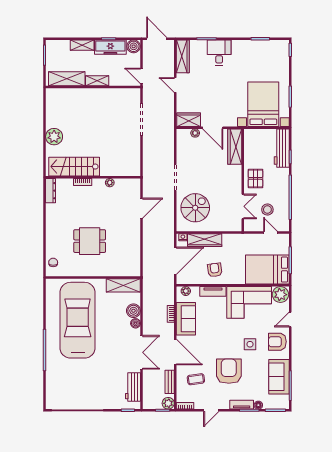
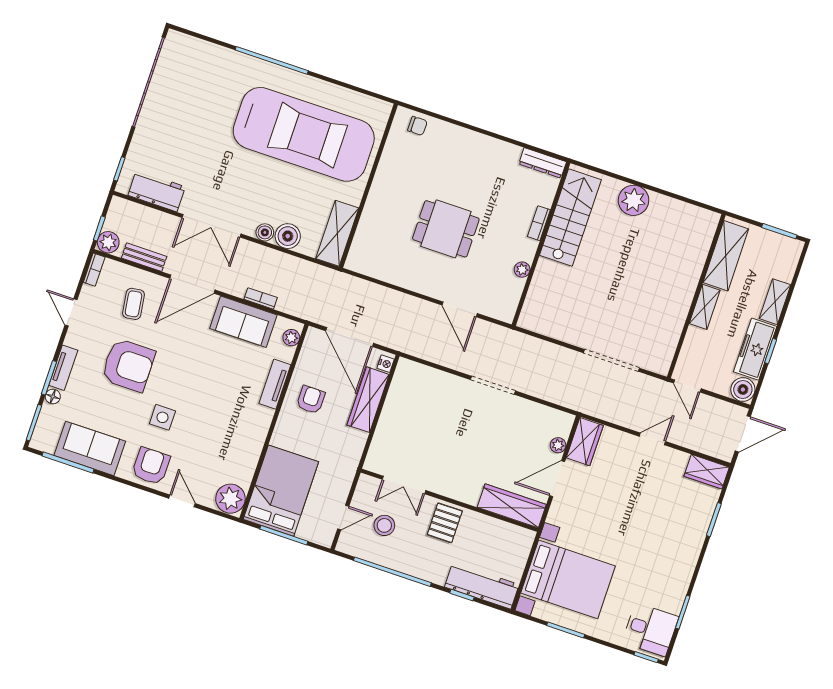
desk: (219, 52) -> (650, 629), moved
wardrobe: (183, 56) -> (707, 472), width x0.67
door: (141, 76) -> (687, 386), swing flipped
pallet: (255, 178) -> (445, 523), turned 90
spiral stairs: (195, 208) -> (429, 402), removed
dining table: (90, 241) -> (446, 229), moved, turned 90
armchair: (215, 270) -> (311, 400), turned -83
corner sofa: (249, 302) -> (235, 440), removed

